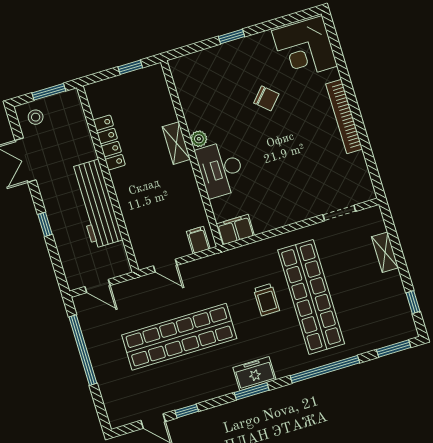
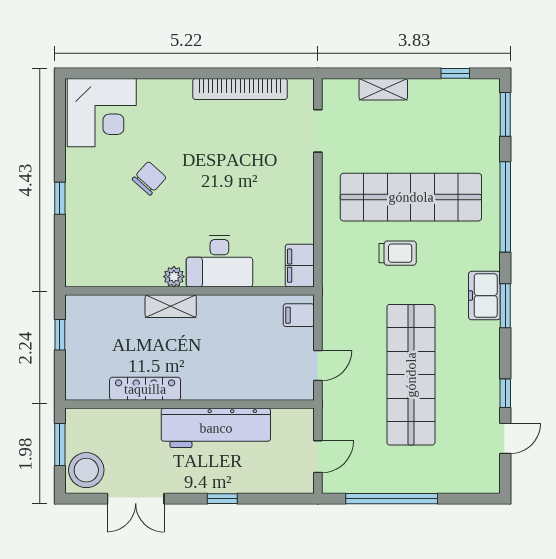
stool: (36, 117) -> (86, 470), width x1.89, depth x1.89
bookcase: (344, 117) -> (240, 89), moved

